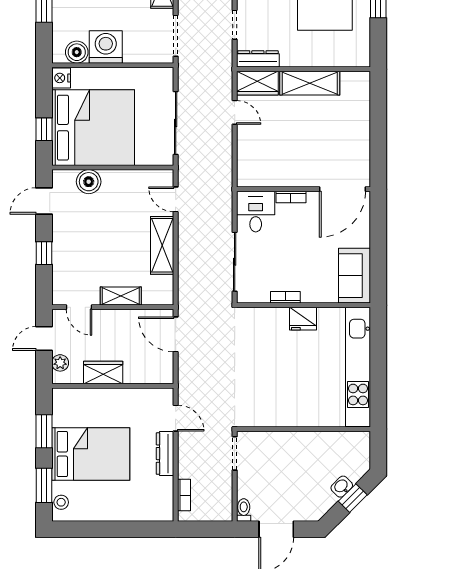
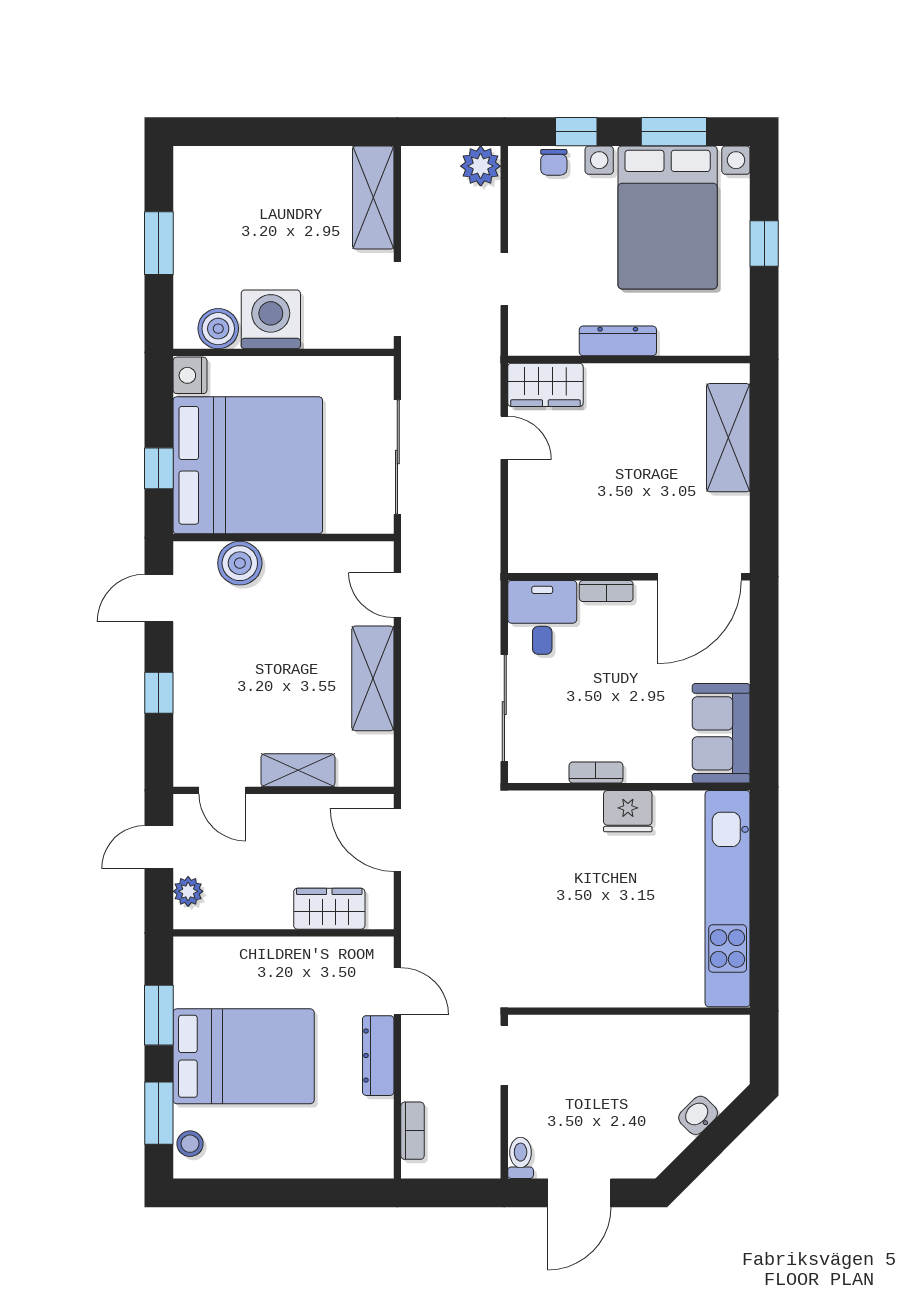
dresser: (258, 59) -> (618, 341), moved
shelving: (310, 83) -> (728, 438), moved, turned 90
wardrobe: (103, 372) -> (329, 909), moved
window: (353, 498) -> (718, 1136), removed

